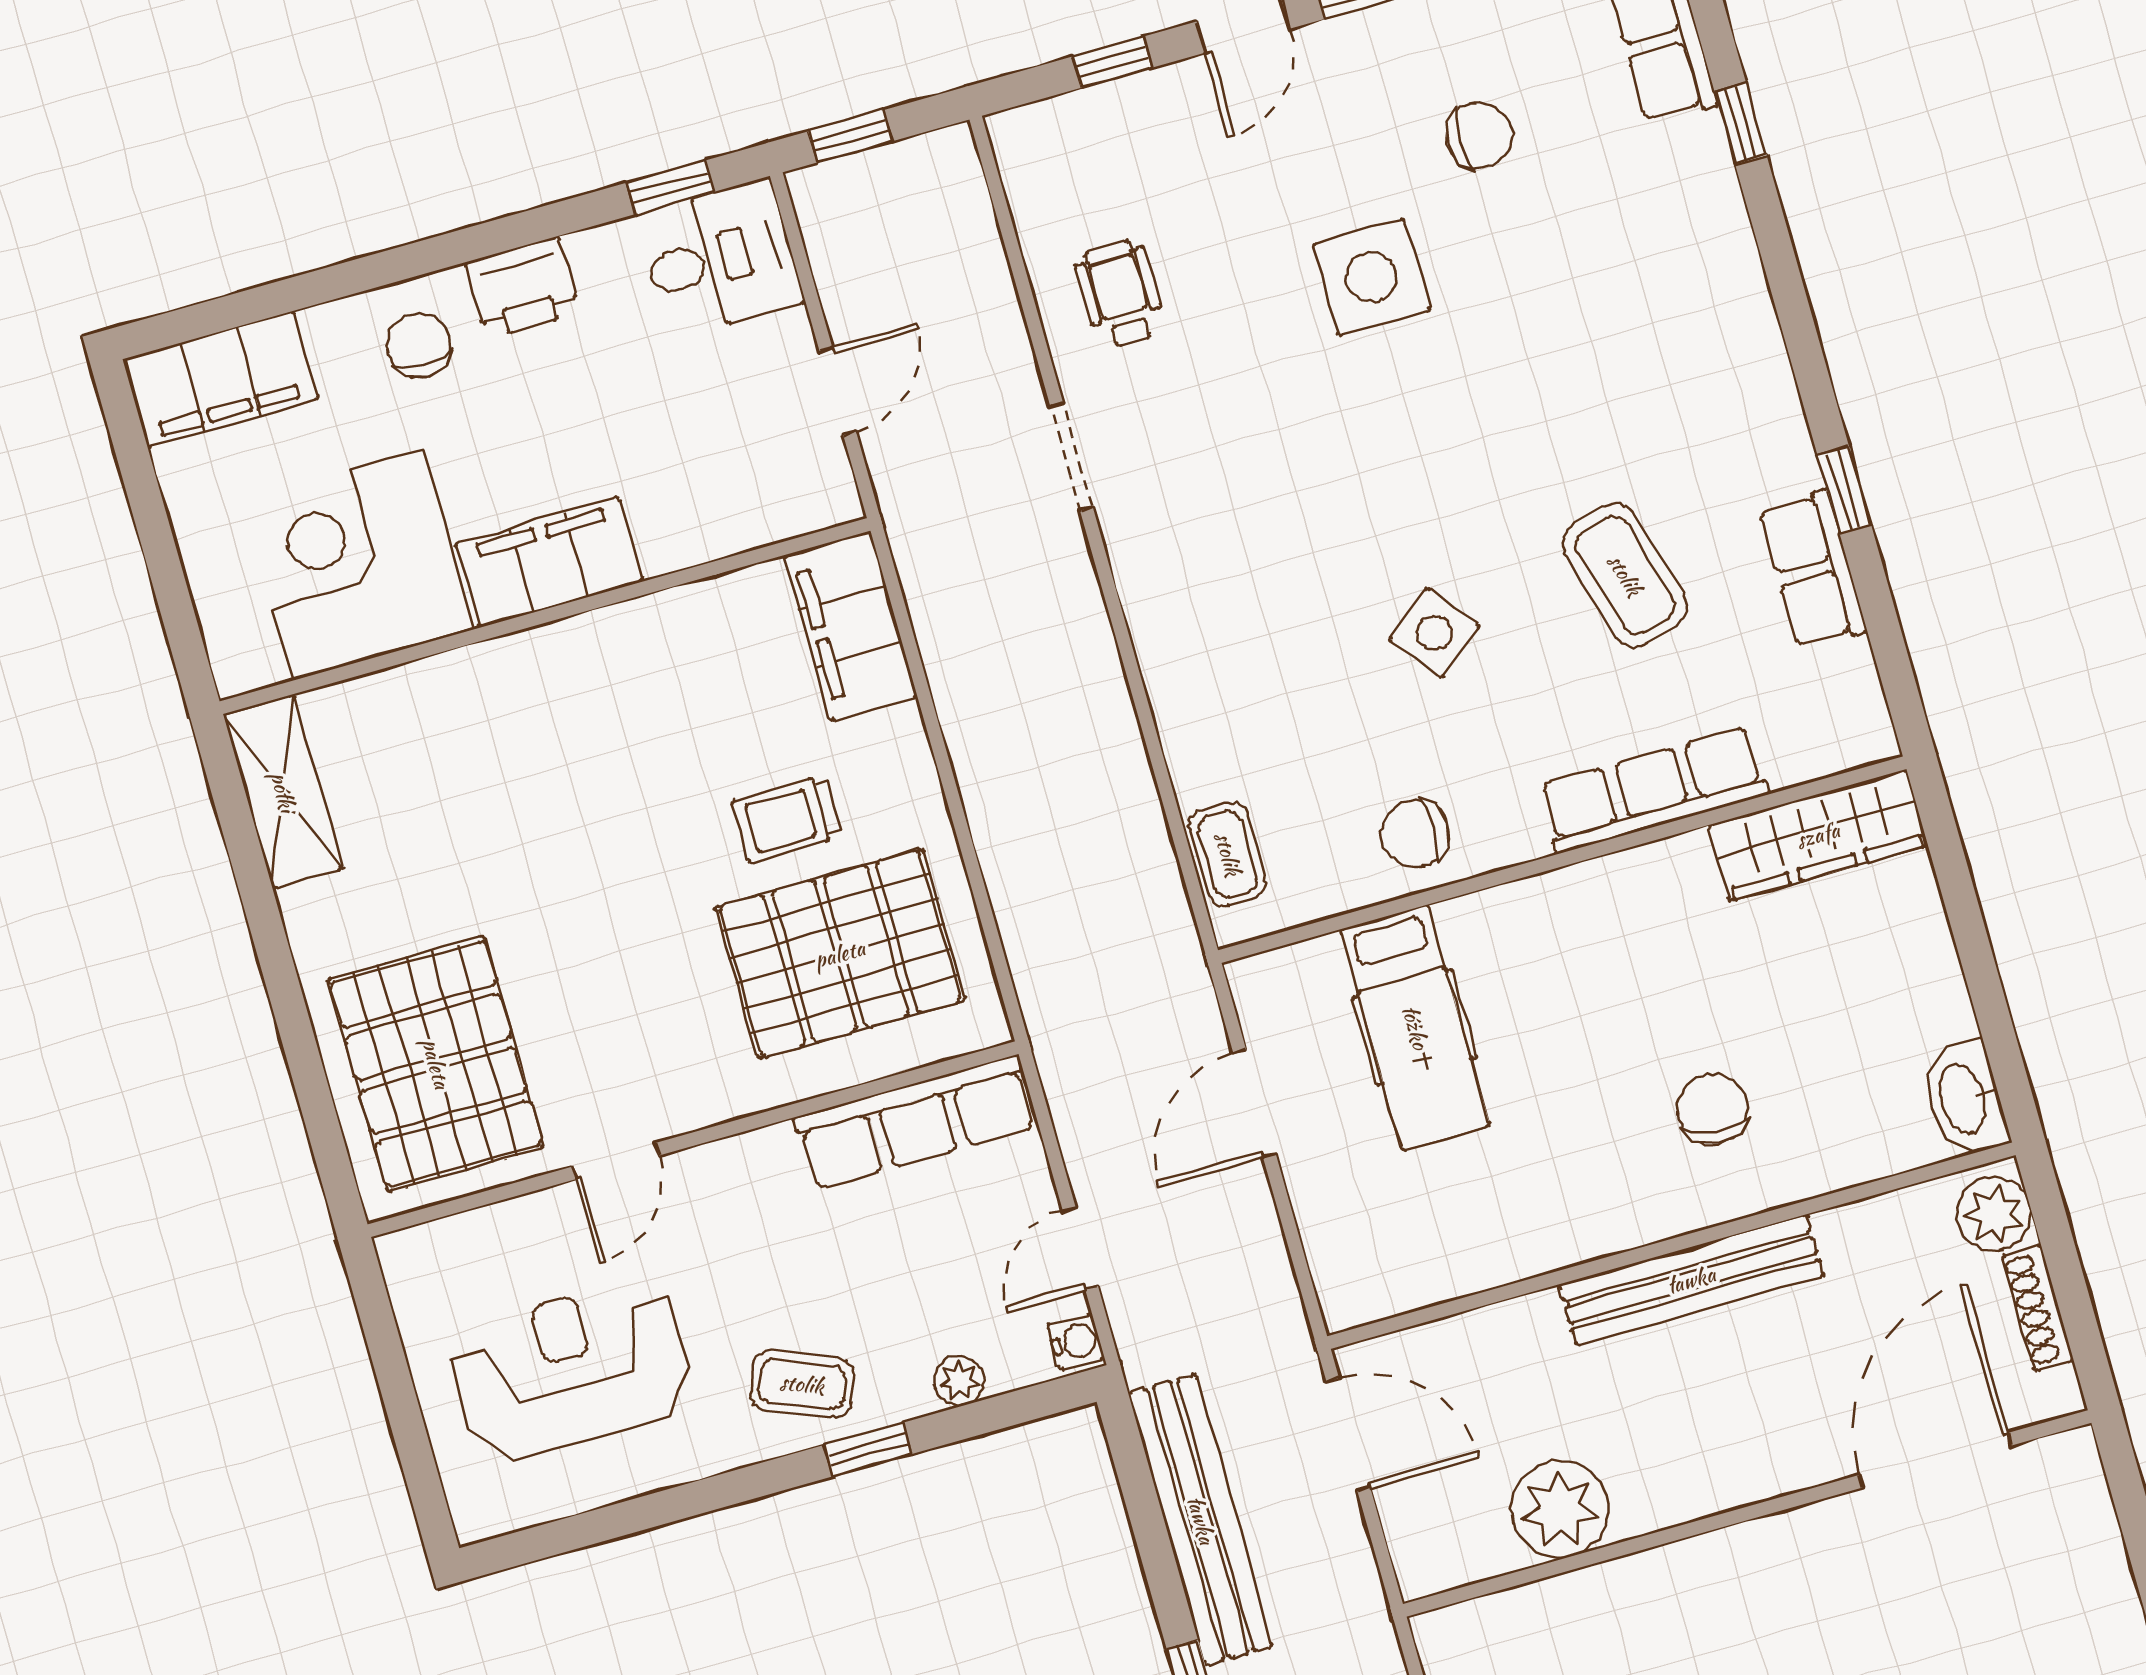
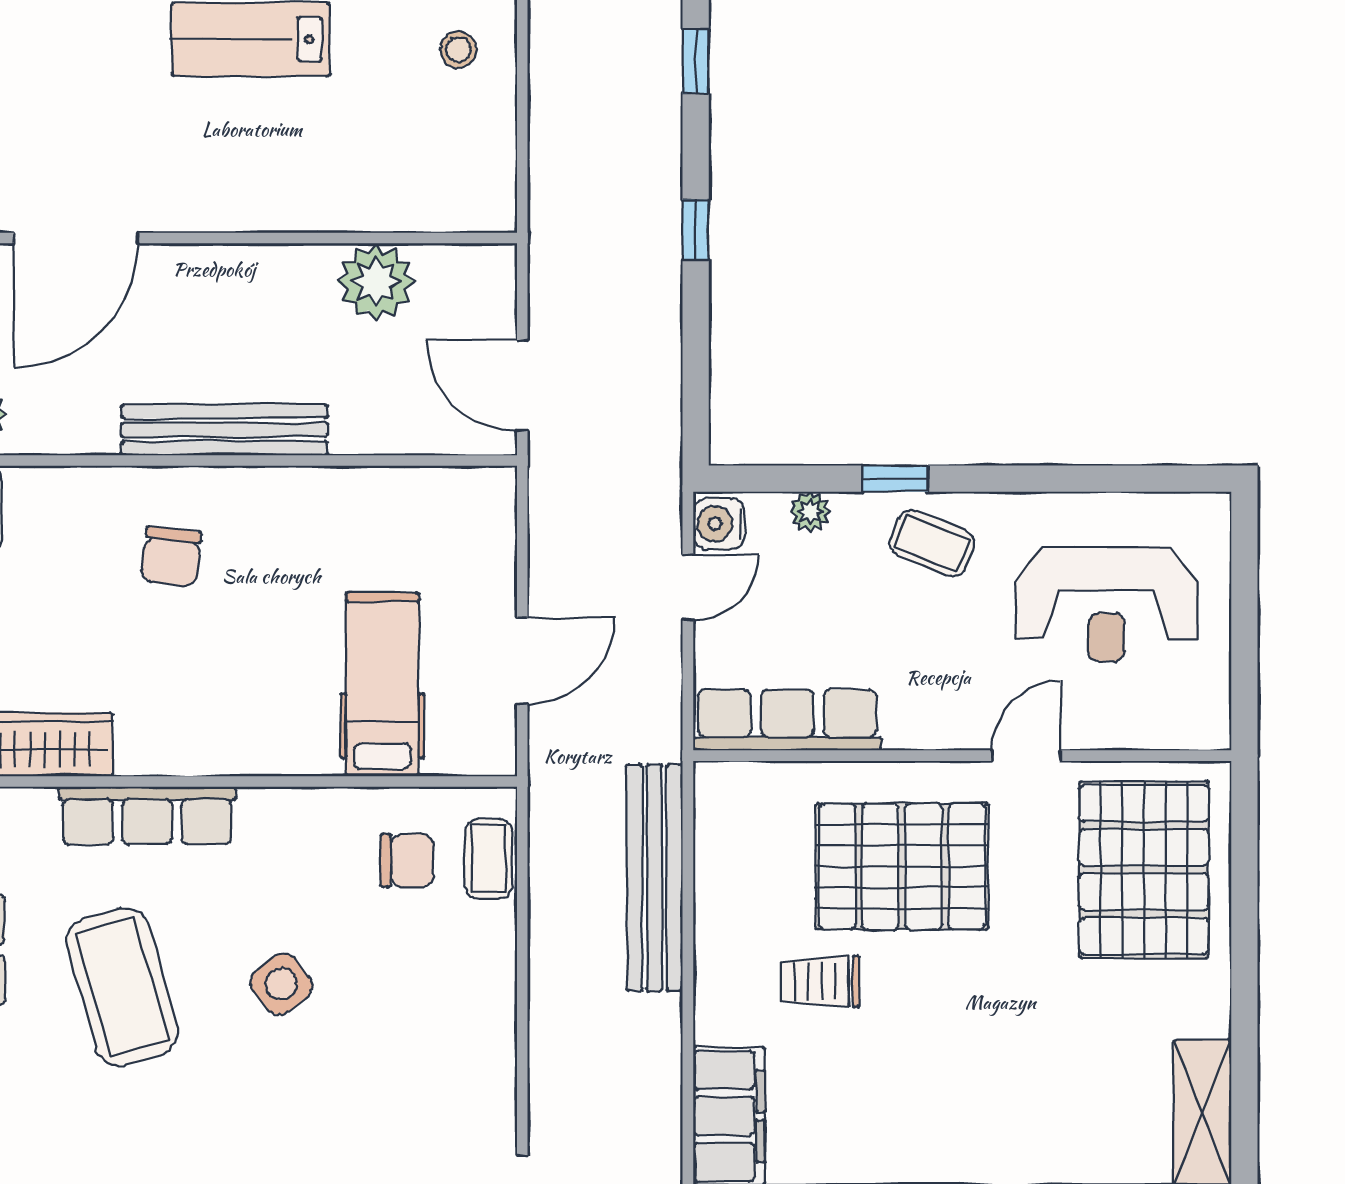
coffee table: (1625, 575) -> (122, 987), width x1.36, depth x1.32
trolley: (787, 819) -> (820, 982), turned 180
chair: (1415, 834) -> (407, 861), moved
pallet: (840, 954) -> (902, 866), moved
water cooler: (1076, 1342) -> (719, 524), width x1.38, depth x1.38
bench: (1201, 1520) -> (655, 878), moved

